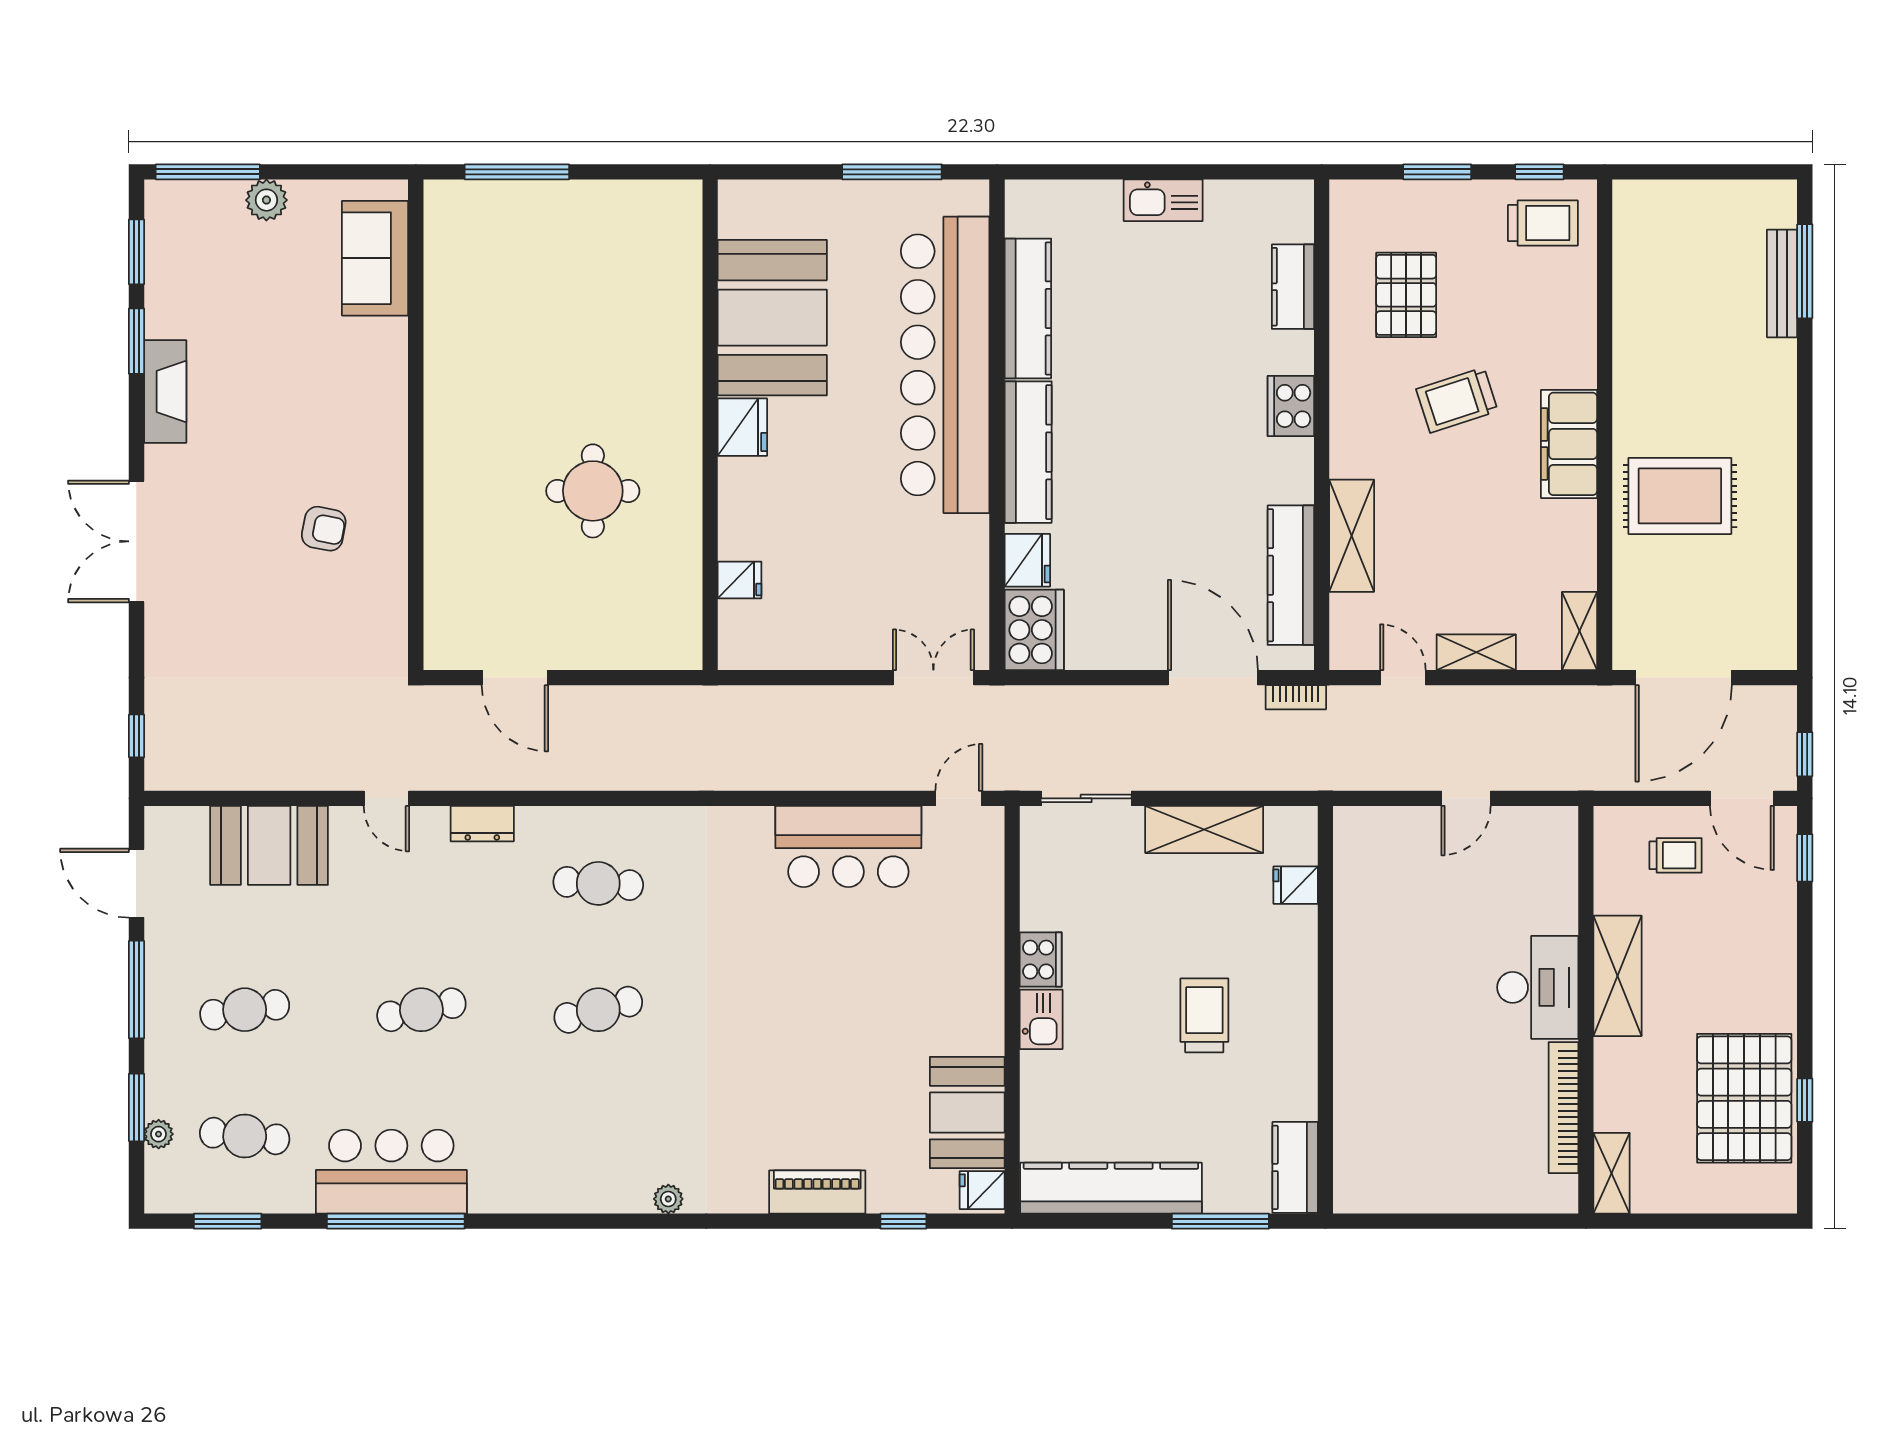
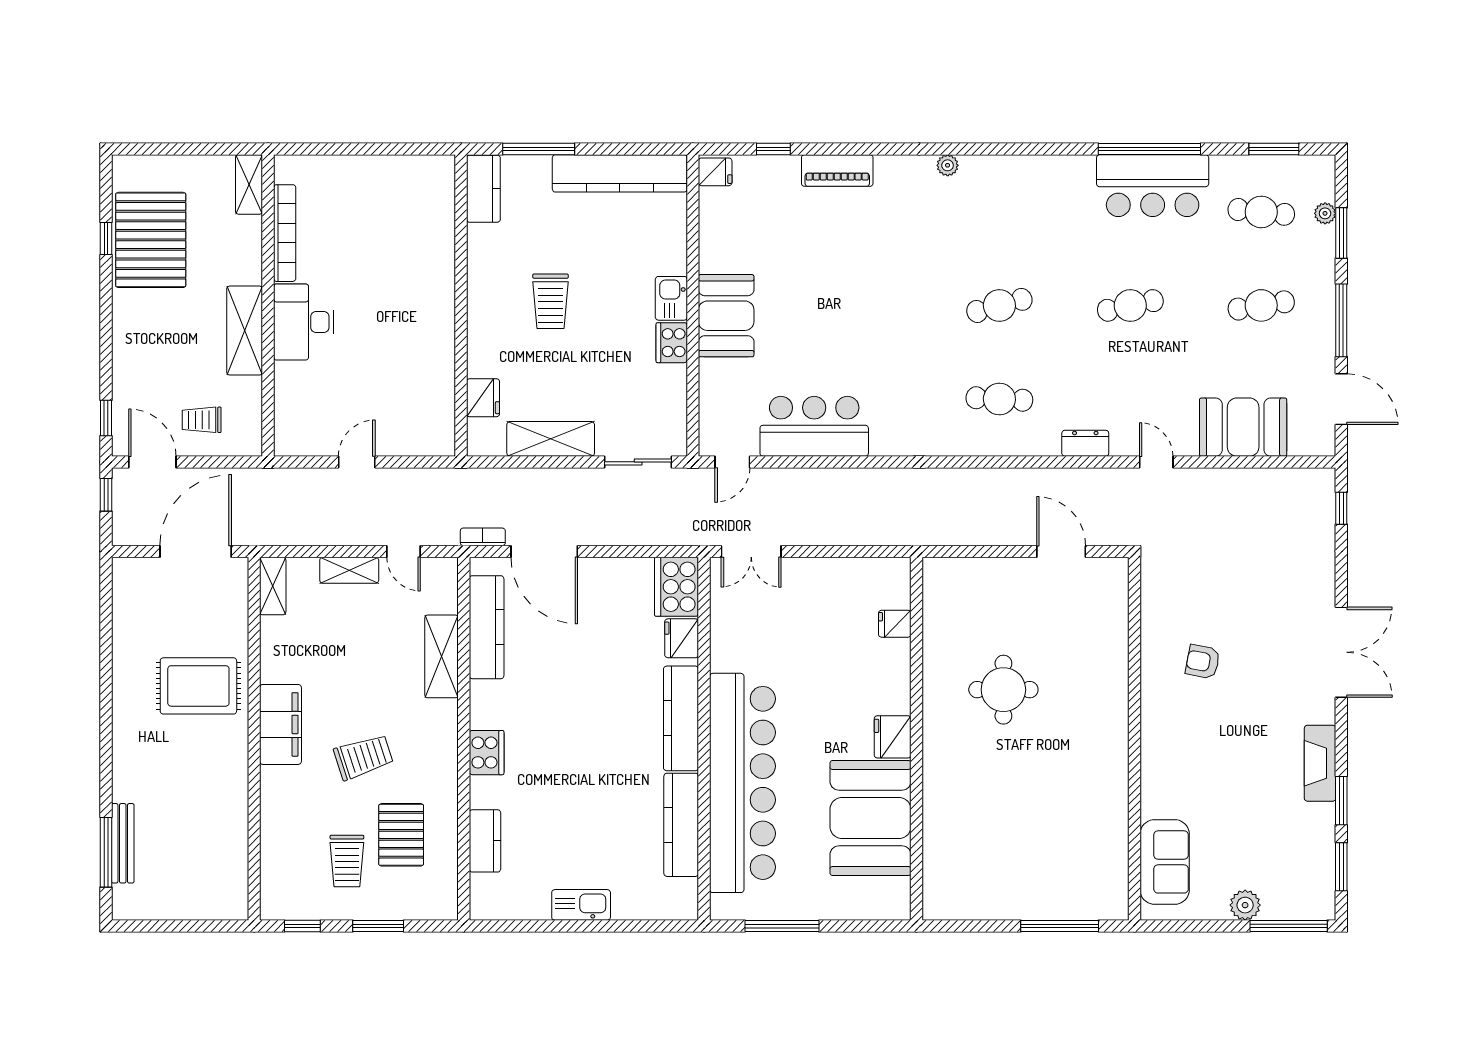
trolley: (1543, 223) -> (347, 861), moved, turned -90
fridge: (1296, 885) -> (483, 398), width x1.38
booth: (967, 1113) -> (726, 316), moved

